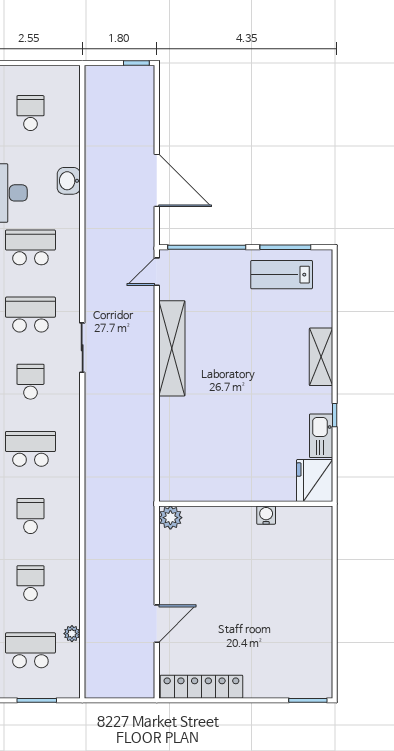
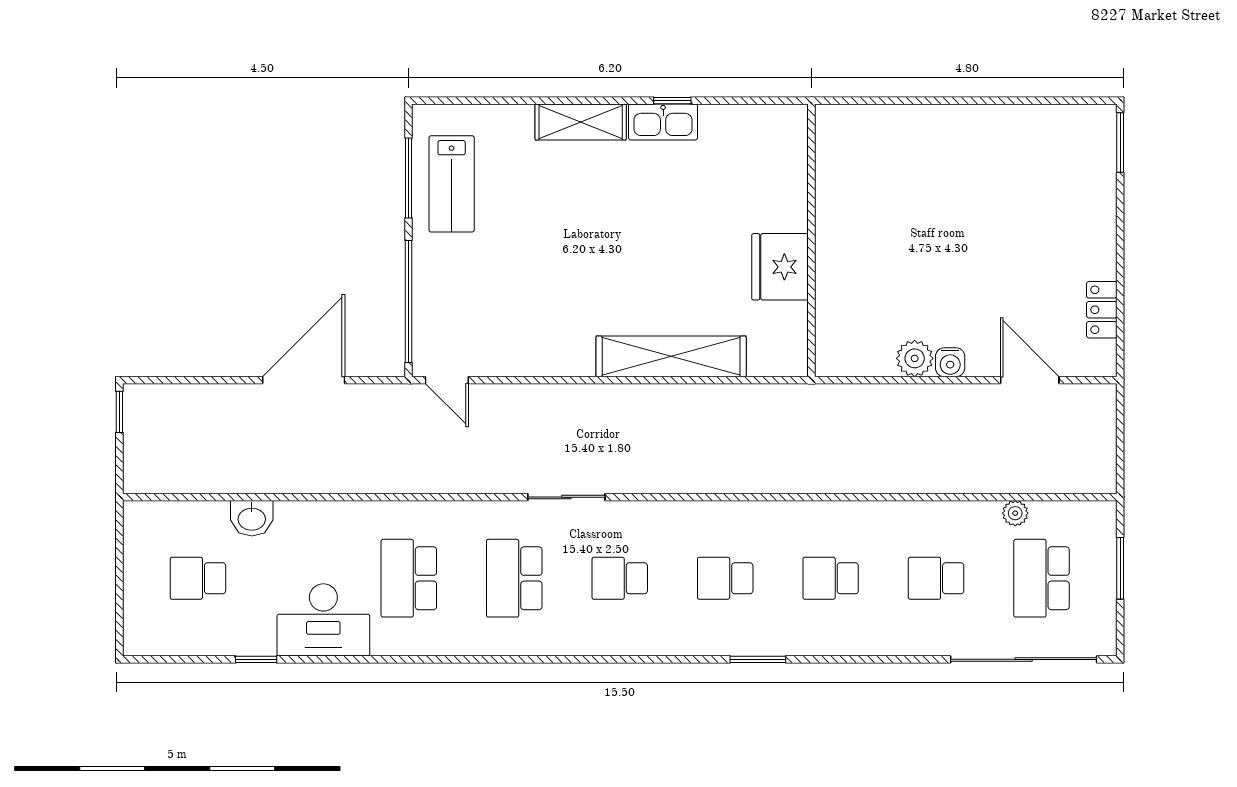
washbasin: (69, 181) -> (252, 518), moved
shelving: (172, 348) -> (671, 356), moved
kitchen sink: (321, 436) -> (663, 122), moved
school desk: (30, 449) -> (725, 578), width x0.54
fridge: (315, 481) -> (780, 267), moved, turned 90
water cooler: (266, 515) -> (950, 362), moved, turned -90
plant: (170, 518) -> (915, 358), moved
door: (157, 624) -> (1030, 380), moved
locker: (201, 687) -> (1102, 310), width x0.46, depth x0.83

